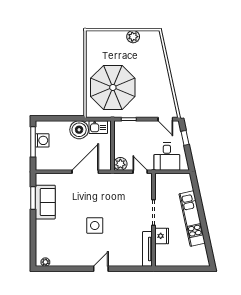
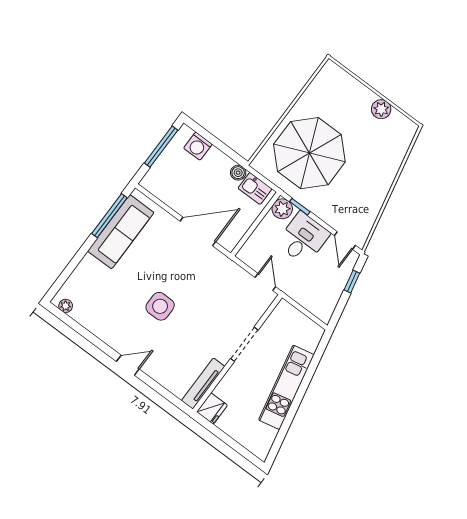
boiler: (79, 130) -> (238, 173), width x0.54, depth x0.54
washing machine: (42, 140) -> (198, 146), moved, turned 90
desk: (167, 157) -> (303, 238), moved, turned 180
plant: (120, 164) -> (282, 209), moved
window: (33, 198) -> (109, 216), width x1.44
sofa: (45, 202) -> (121, 232), width x1.36
fridge: (162, 236) -> (212, 409), moved

